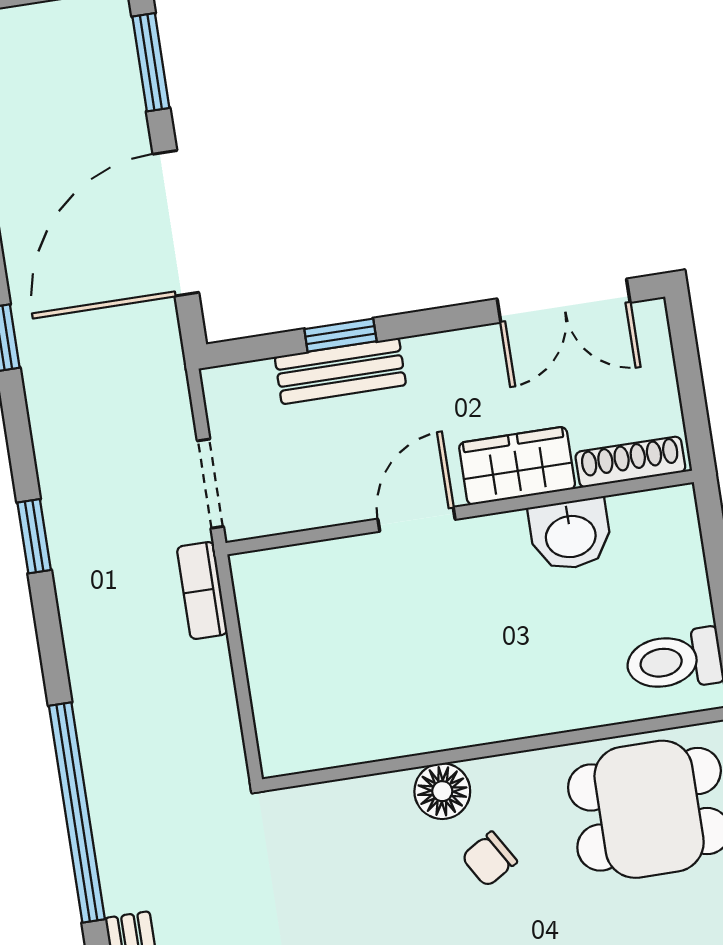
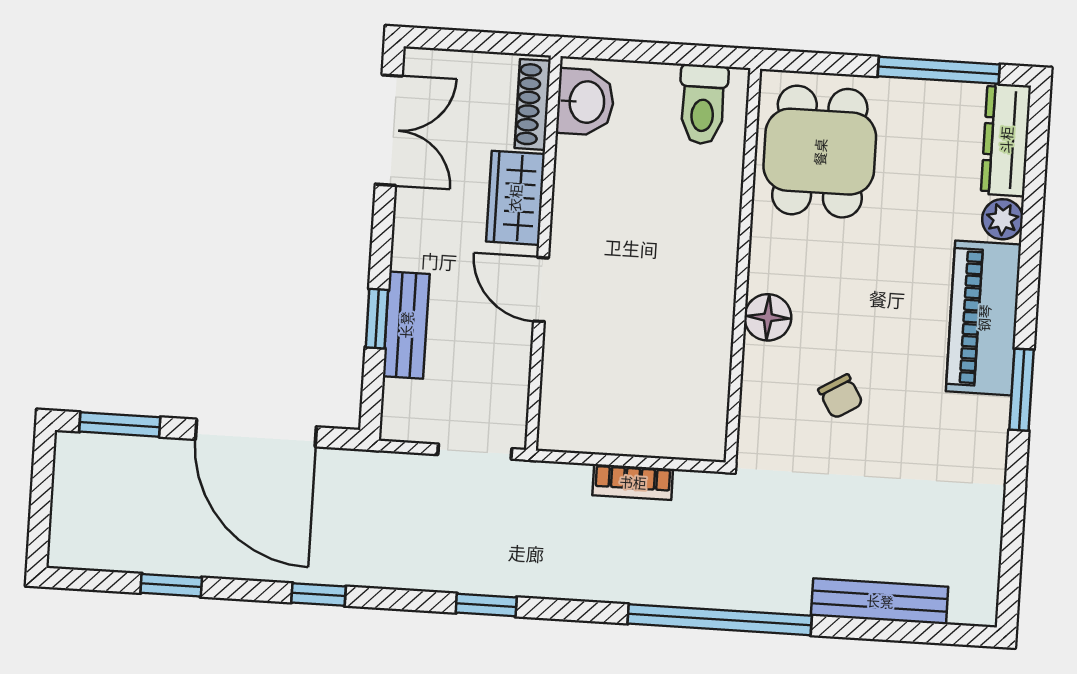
washbasin: (570, 535) -> (585, 102), moved
bookcase: (202, 591) -> (633, 482), moved
chair: (489, 859) -> (841, 396), moved

